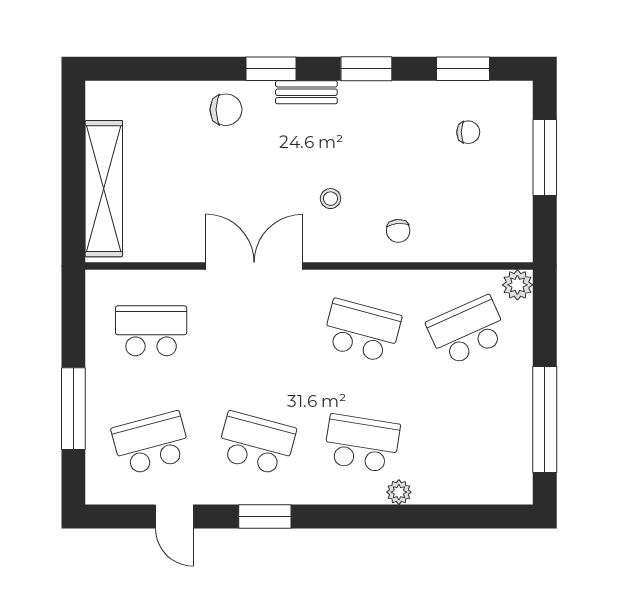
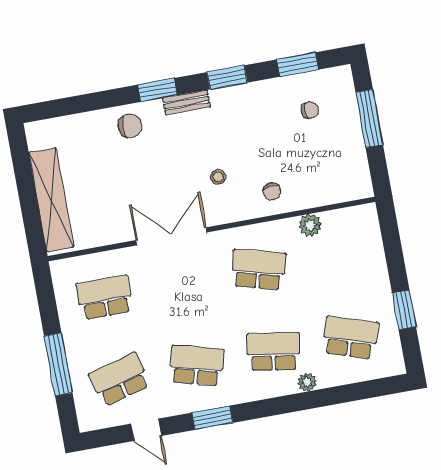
plant: (517, 285) -> (310, 225), moved
school desk: (467, 331) -> (350, 338), moved, turned 42
window: (545, 420) -> (404, 310), width x0.47

